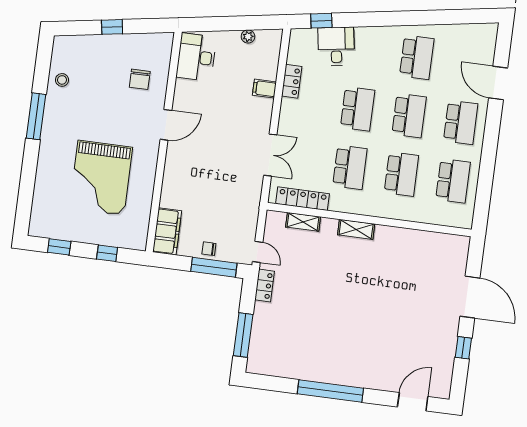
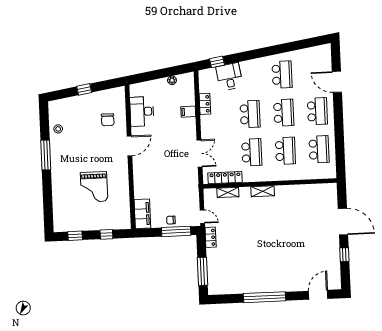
desk: (196, 57) -> (142, 111), moved
grand piano: (101, 178) -> (94, 187), width x0.73, depth x0.68

